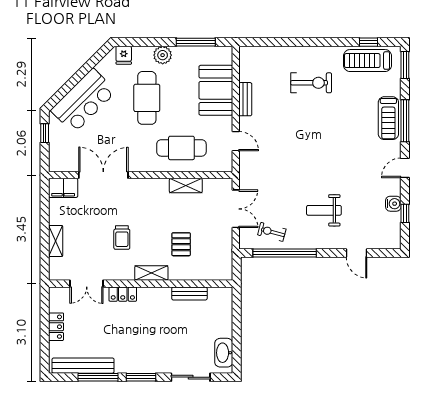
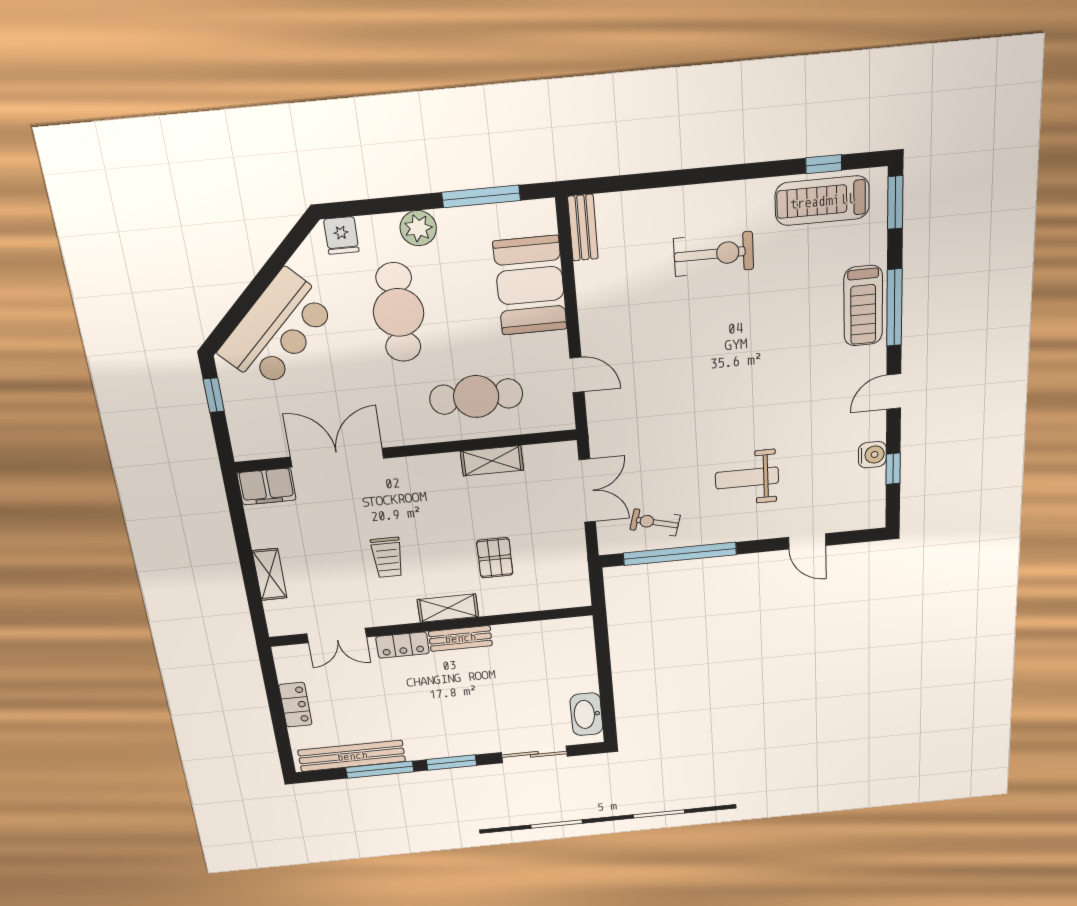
bench: (245, 99) -> (583, 228), moved
bench: (189, 293) -> (460, 638), moved

